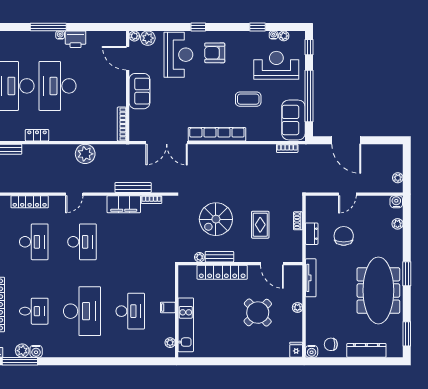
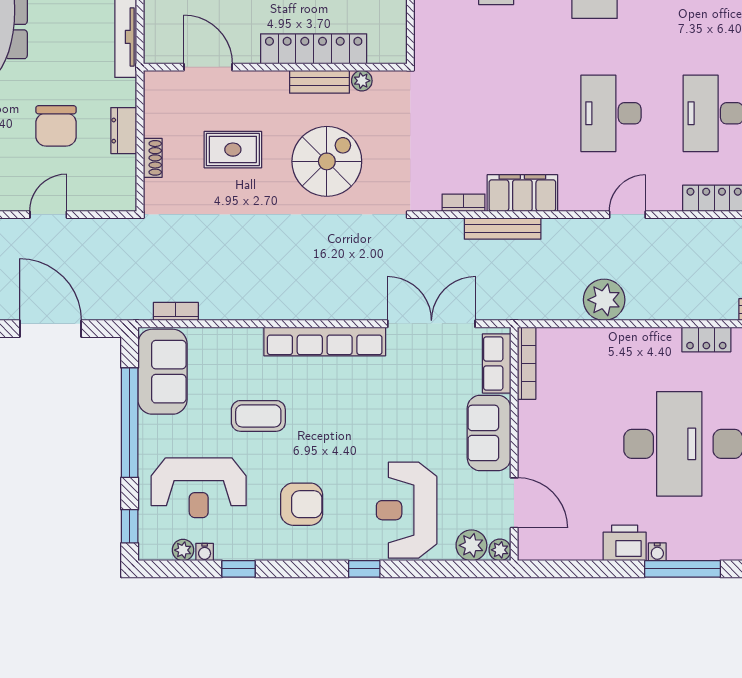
armchair: (215, 53) -> (302, 504), moved
row of seats: (136, 124) -> (497, 363), added
rug: (260, 225) -> (233, 150), turned 90

